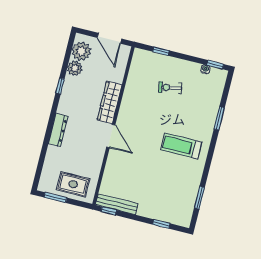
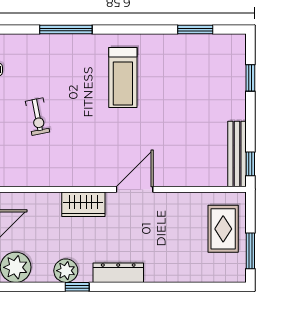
plant: (75, 68) -> (66, 271), moved
wardrobe: (110, 102) -> (83, 204), width x0.67
window: (219, 118) -> (66, 30), width x1.44
dresser: (58, 130) -> (118, 273), moved

